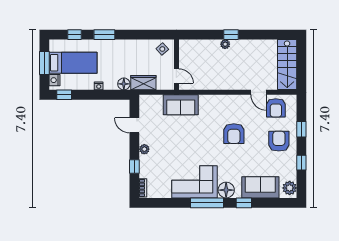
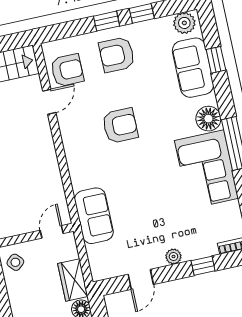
window: (301, 129) -> (107, 21), moved
window: (244, 203) -> (216, 60), moved

